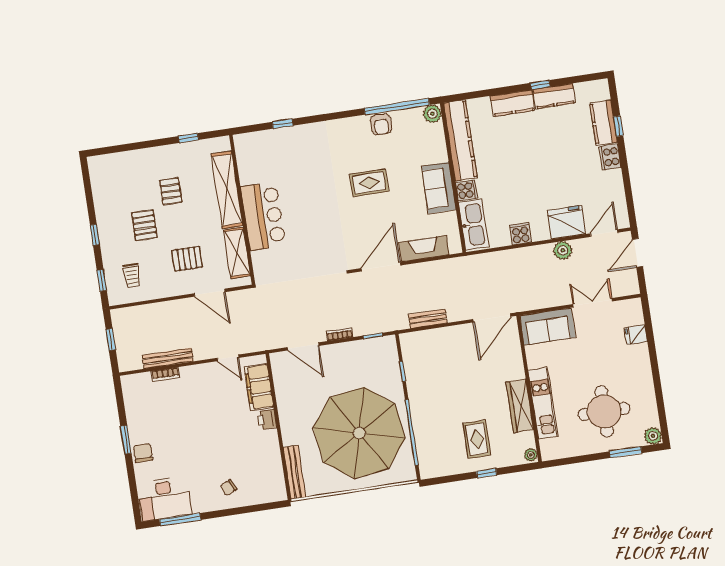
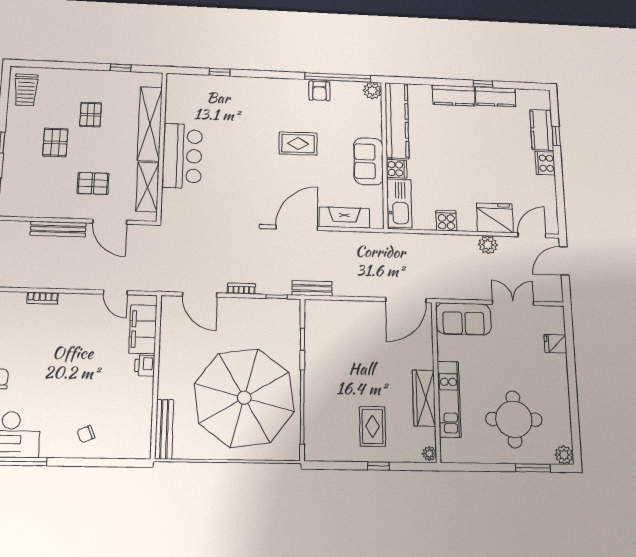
trolley: (132, 275) -> (26, 90), moved, width x1.36, depth x1.39
bench: (428, 319) -> (312, 288), moved
bench: (168, 358) -> (58, 229), moved

